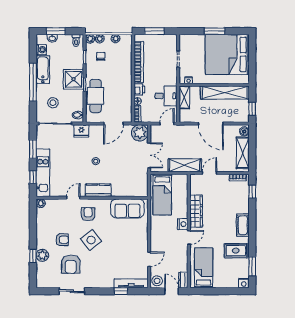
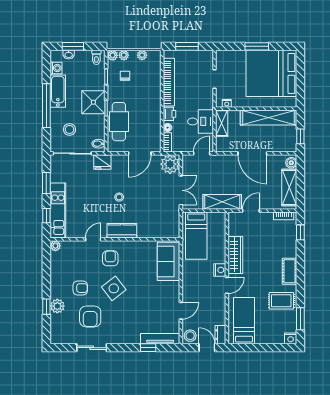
sofa: (127, 208) -> (169, 261), moved, turned 90

